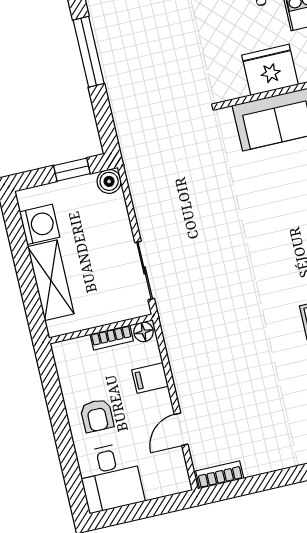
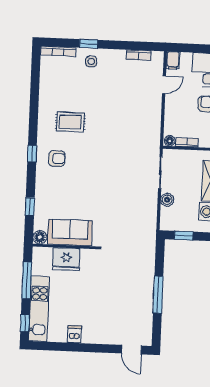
boiler: (109, 181) -> (167, 200), moved
filing cabinet: (150, 378) -> (173, 60), moved, turned 90
bookcase: (220, 475) -> (139, 55), moved

